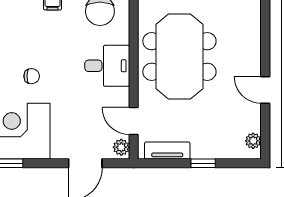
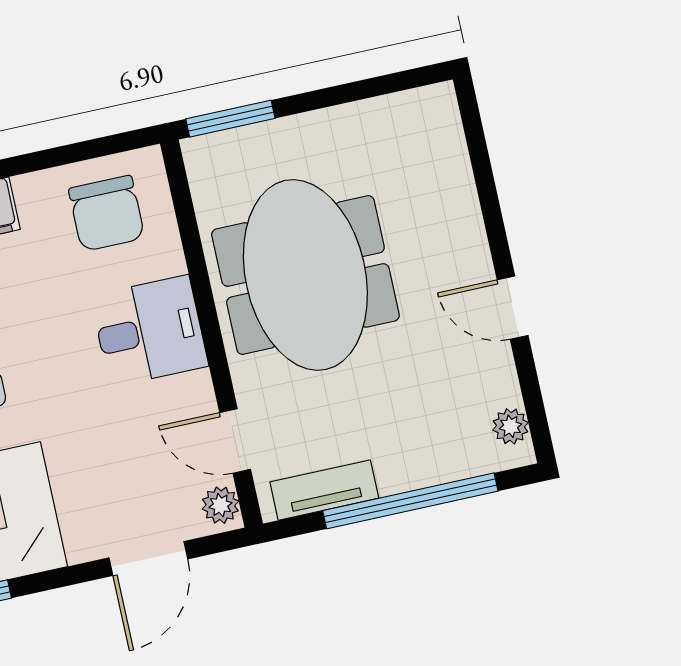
window: (203, 163) -> (410, 501), width x3.17

